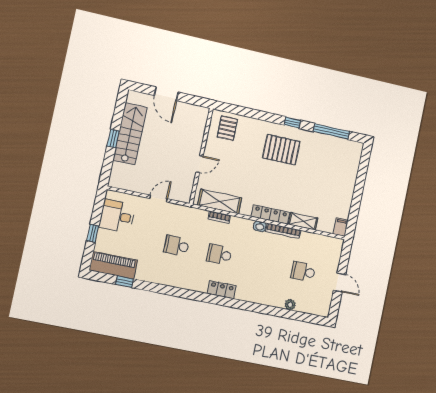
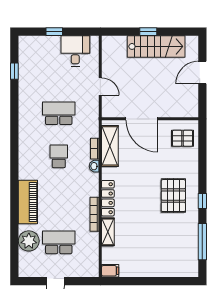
door: (200, 164) -> (142, 119), width x1.88
washbasin: (260, 226) -> (94, 166), moved
school desk: (177, 246) -> (59, 113), width x1.85
piano: (113, 265) -> (28, 202), moved
school desk: (303, 272) -> (59, 242), width x1.85
locker: (222, 290) -> (25, 166), removed
plant: (290, 305) -> (29, 241), width x1.88, depth x1.88

